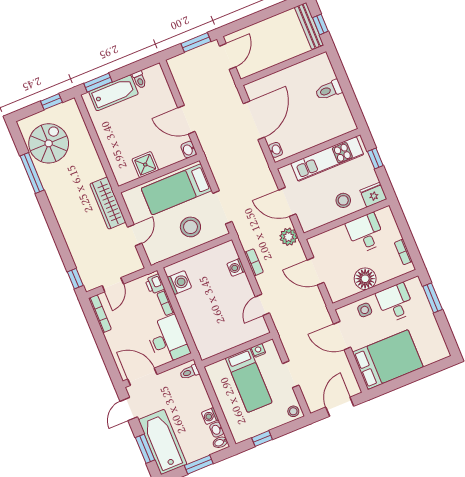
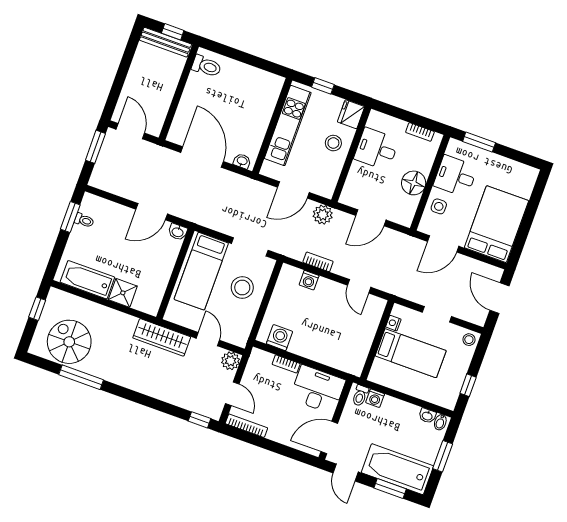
window: (98, 83) -> (70, 217), moved
toilet: (329, 90) -> (206, 66), moved, turned -90
bathtub: (114, 93) -> (87, 280), moved, turned -90
shower: (145, 165) -> (123, 293), moved
plant: (134, 264) -> (231, 361), added
printer: (155, 284) -> (263, 359), removed
washing machine: (210, 416) -> (375, 398), moved

